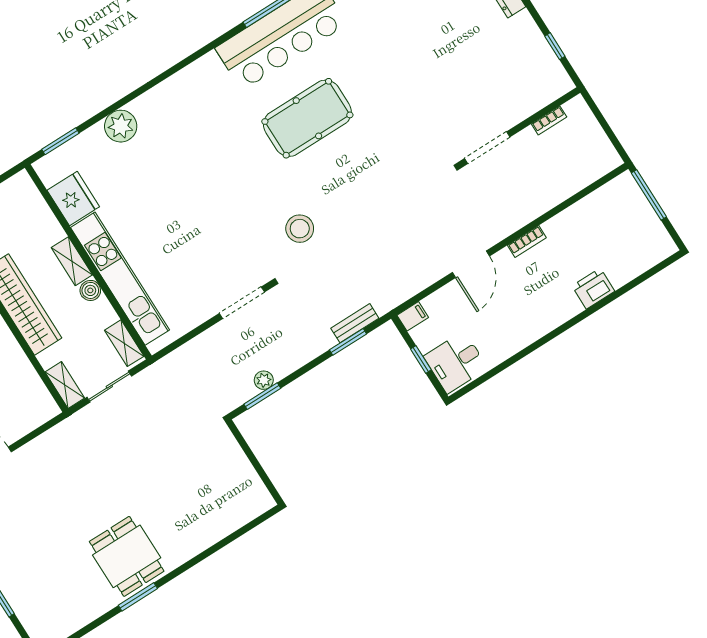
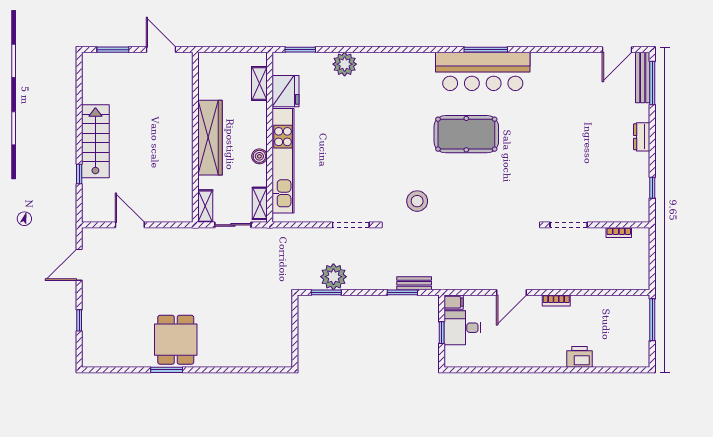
shelving: (72, 261) -> (259, 84), moved
desk: (456, 362) -> (463, 328), moved
plant: (264, 380) -> (333, 277), width x1.88, depth x1.88

